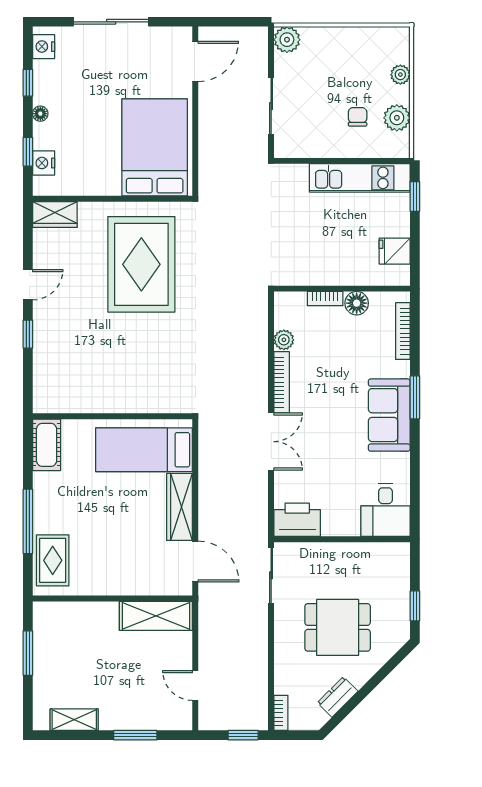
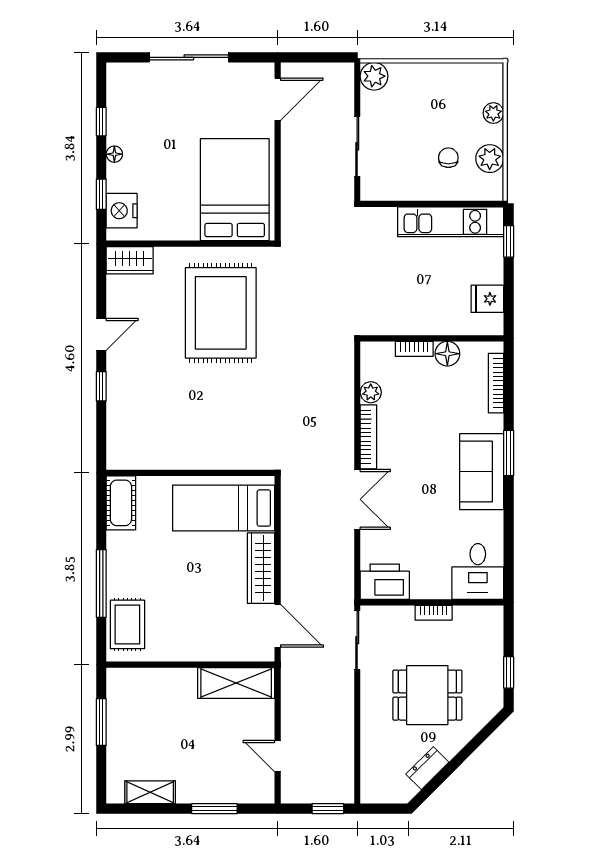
nightstand: (44, 47) -> (118, 84), removed
nightstand: (44, 163) -> (122, 211), width x1.36, depth x1.33
bookcase: (281, 713) -> (434, 613), moved, turned 90

